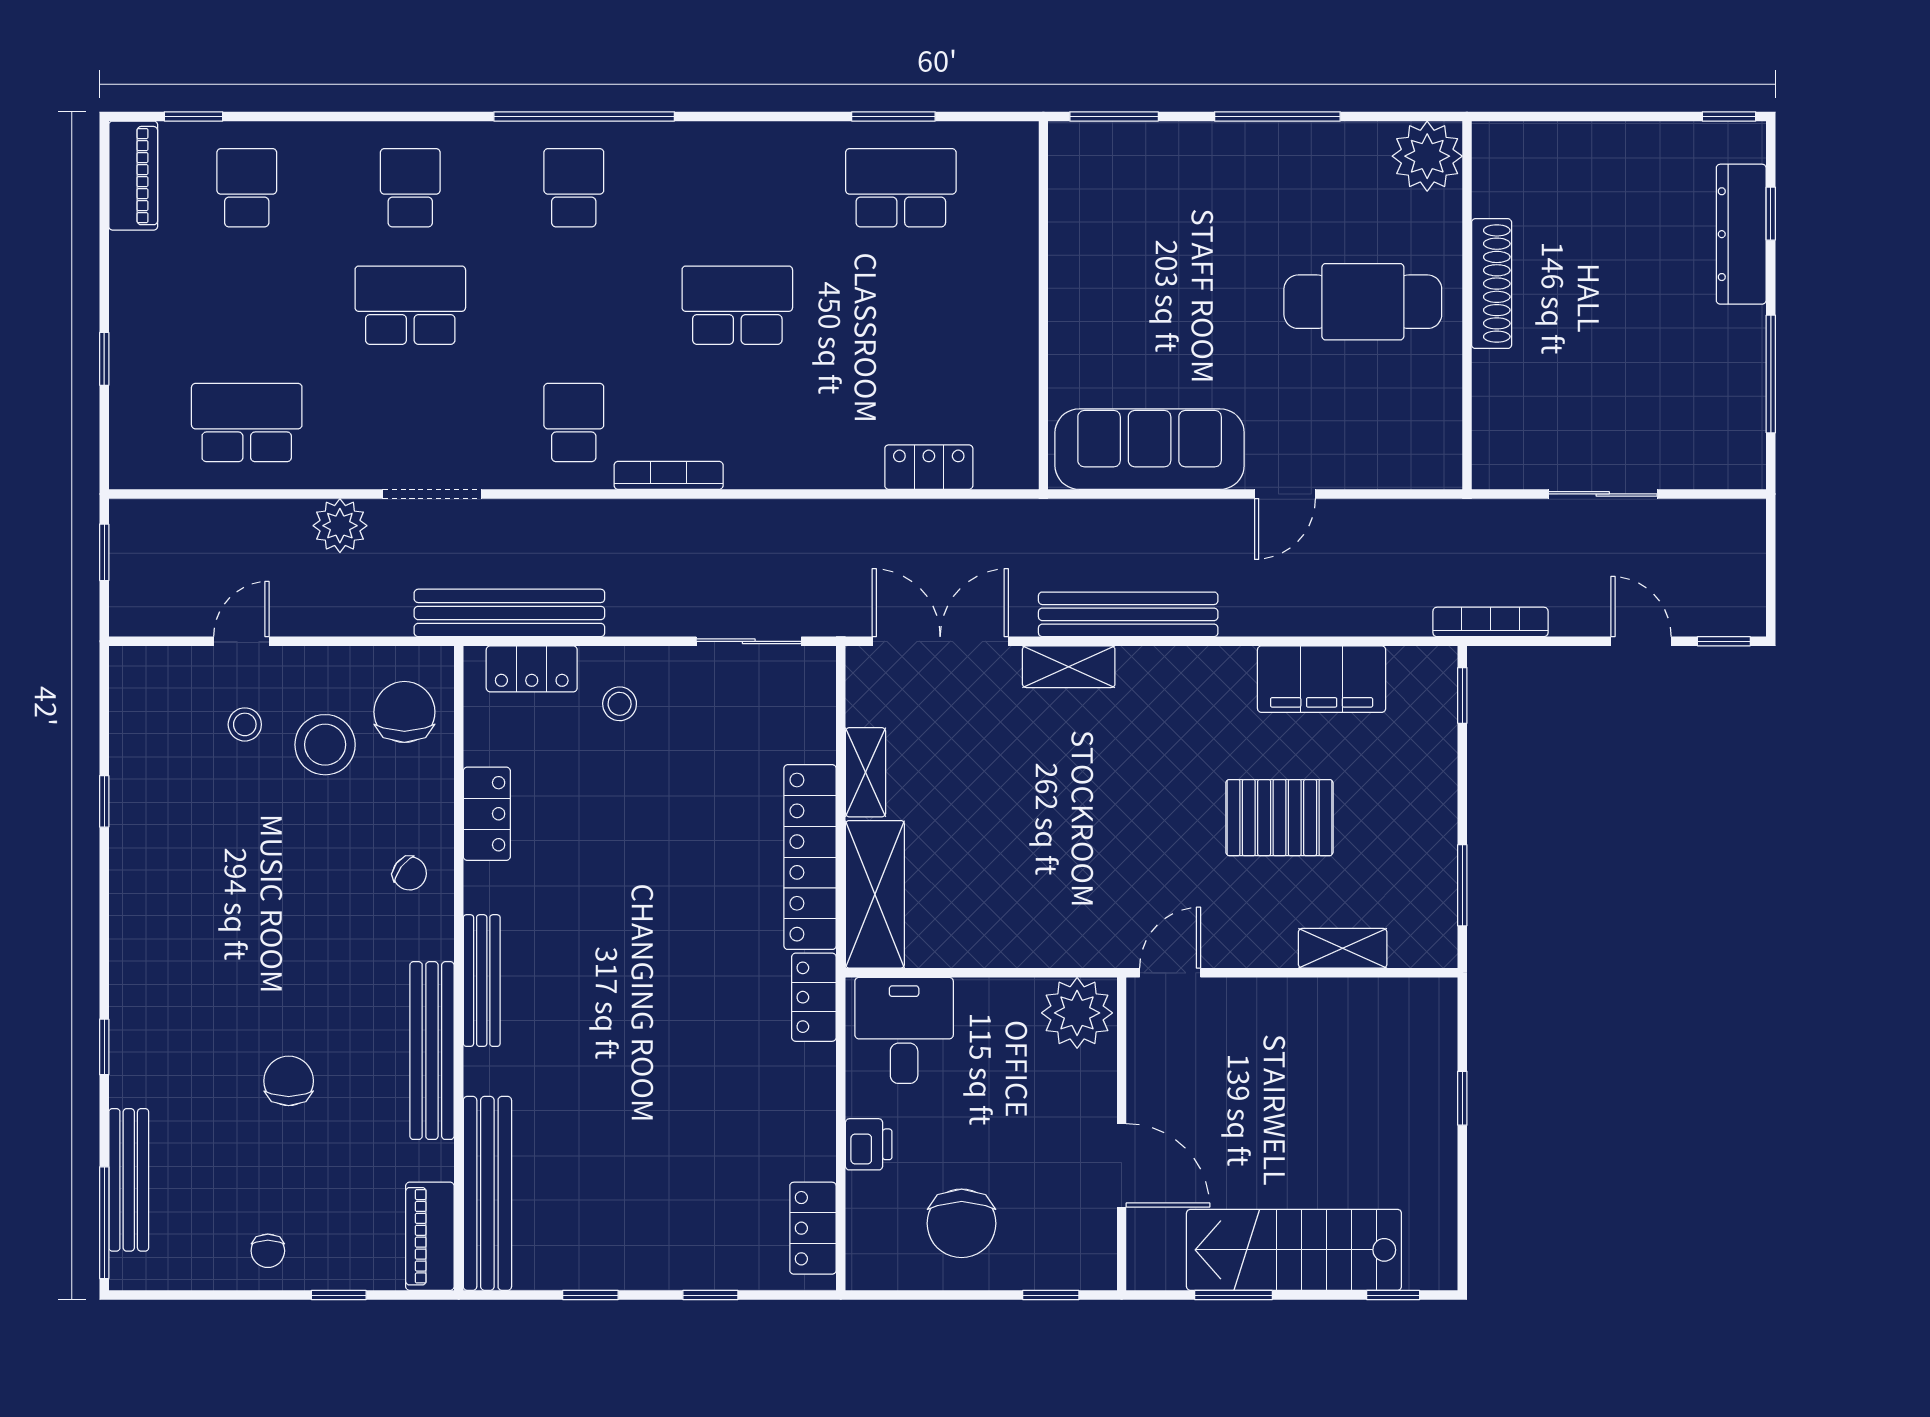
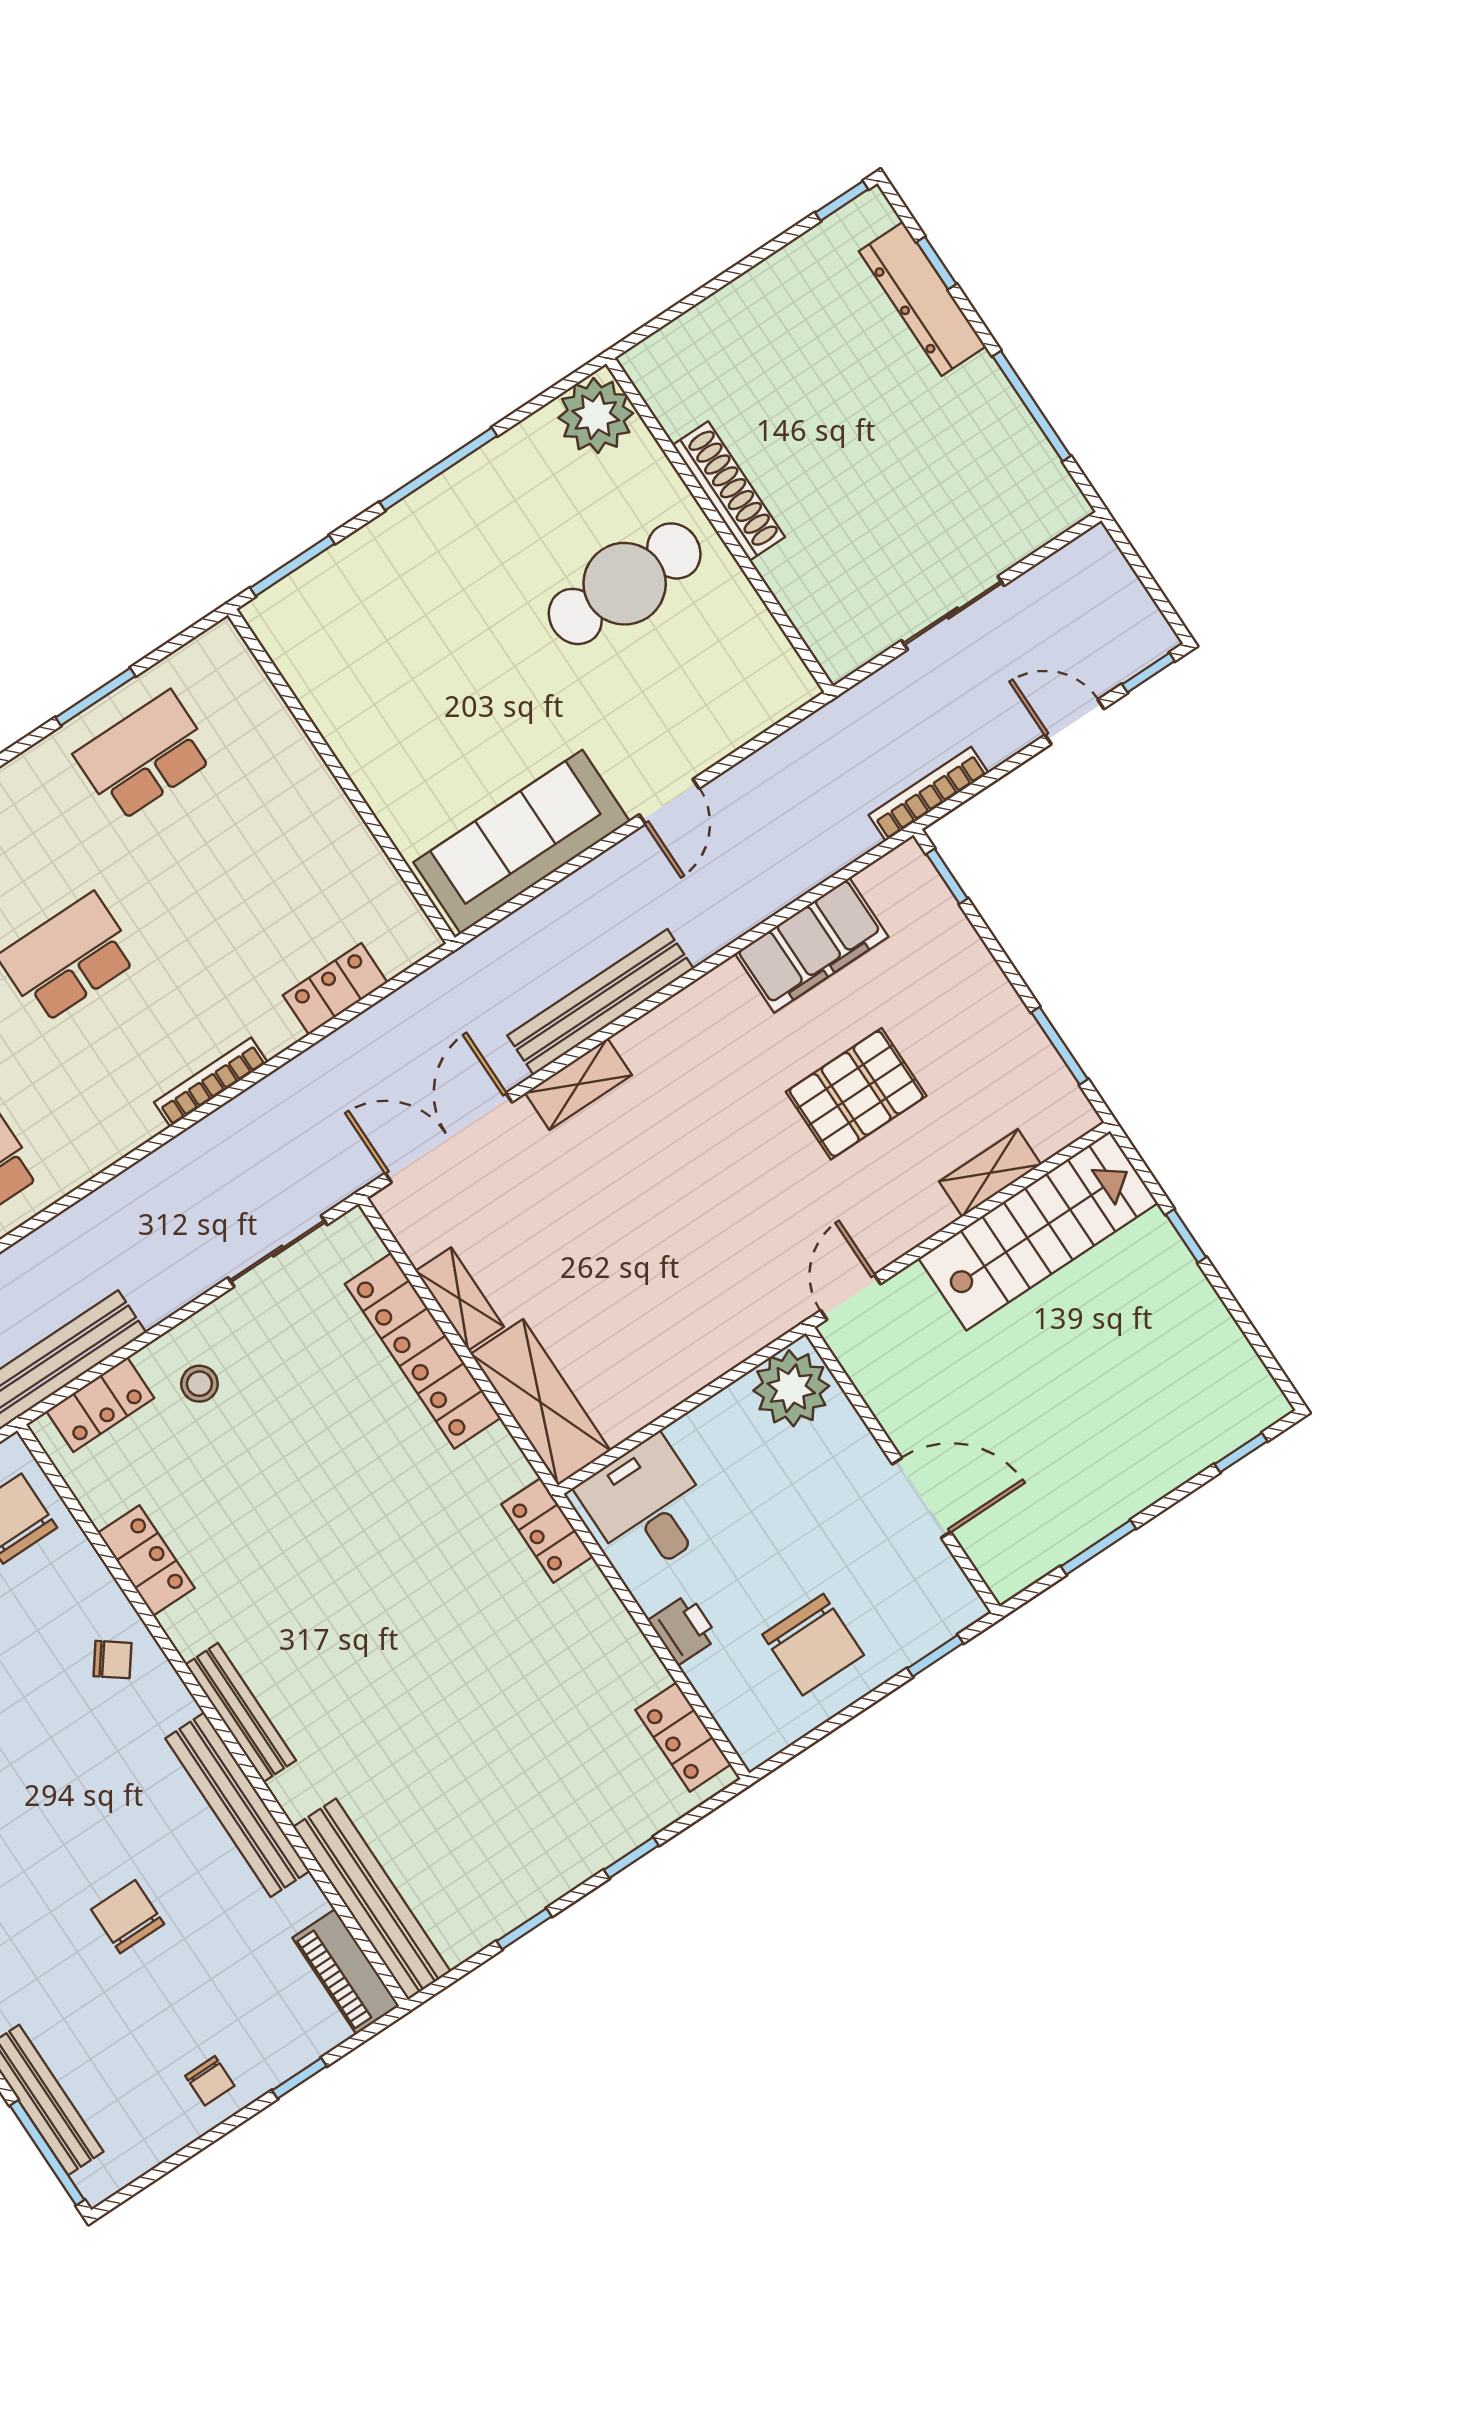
bookcase: (669, 475) -> (211, 1082), moved
locker: (810, 857) -> (423, 1351), moved
stairs: (1294, 1250) -> (1038, 1231), moved, turned 180

